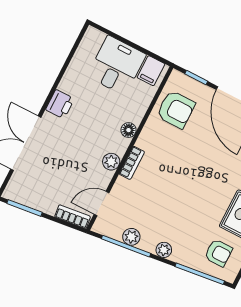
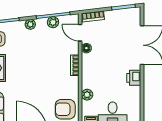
floor lamp: (129, 130) -> (86, 48), moved
plant: (111, 162) -> (87, 95), moved
door: (101, 204) -> (80, 33), swing flipped

